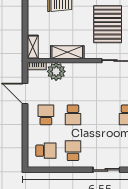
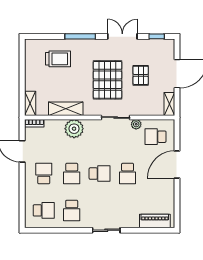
plant: (56, 71) -> (74, 129), moved
school desk: (100, 115) -> (100, 174), added
school desk: (73, 151) -> (72, 210), turned 180

